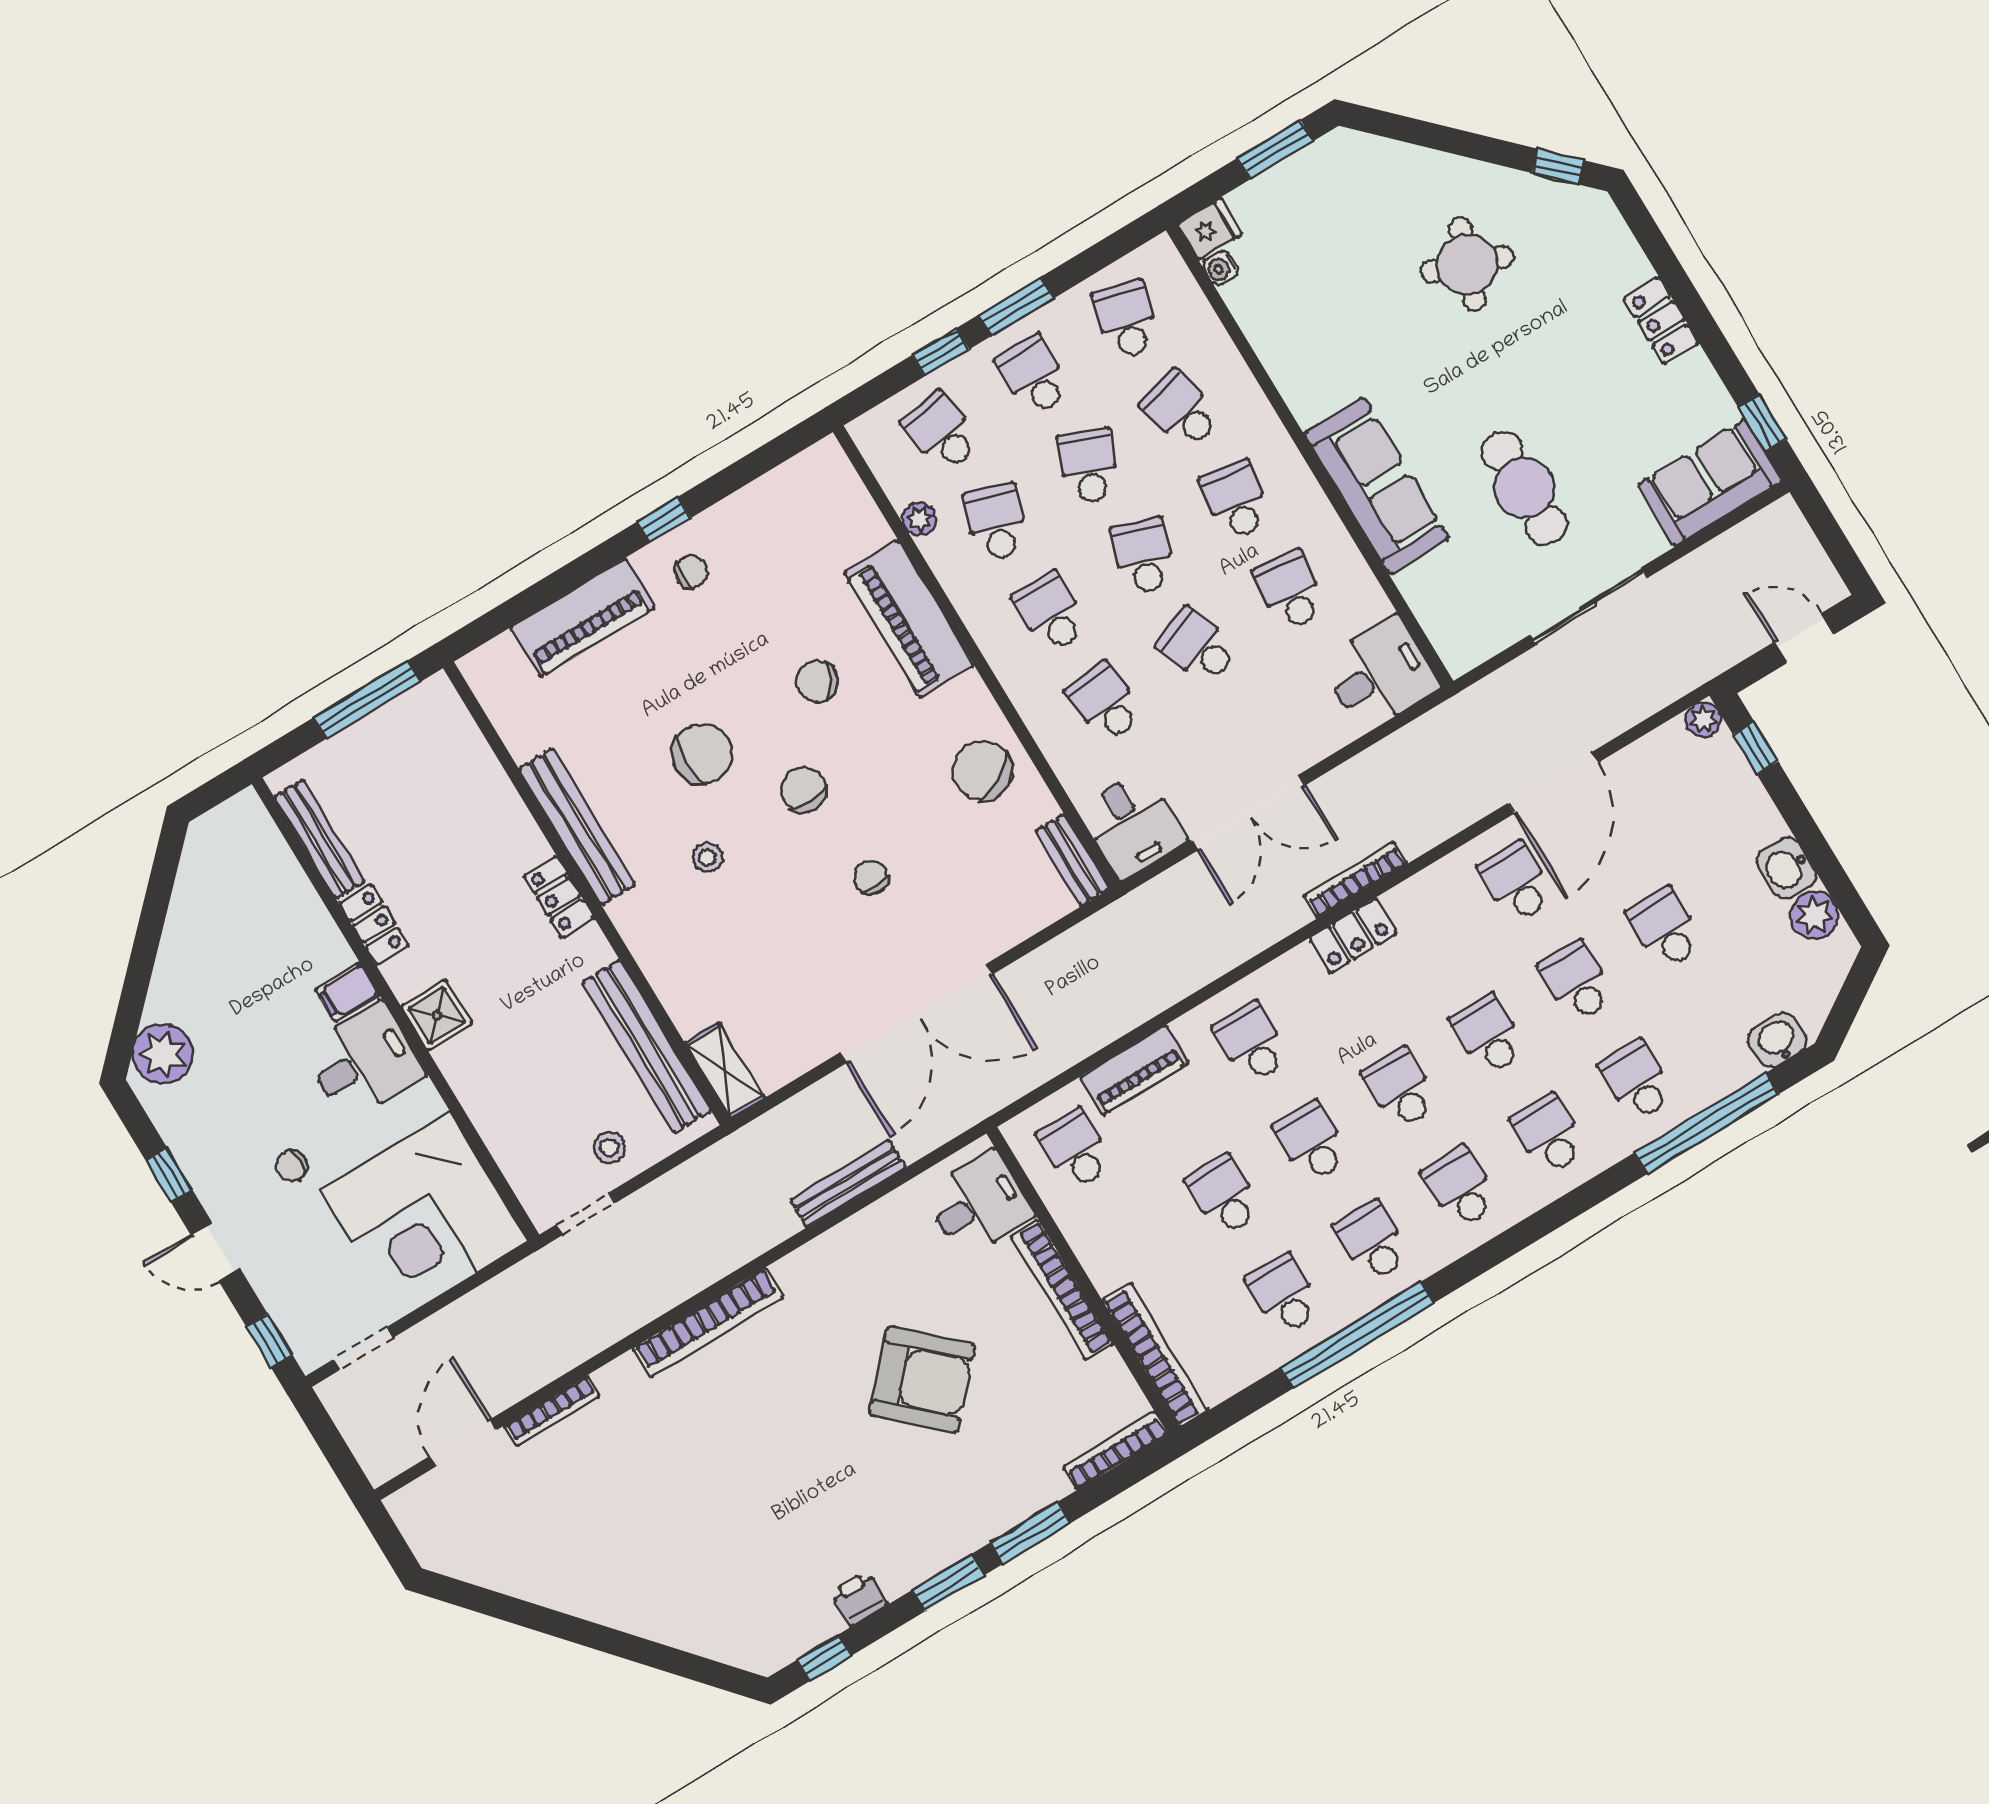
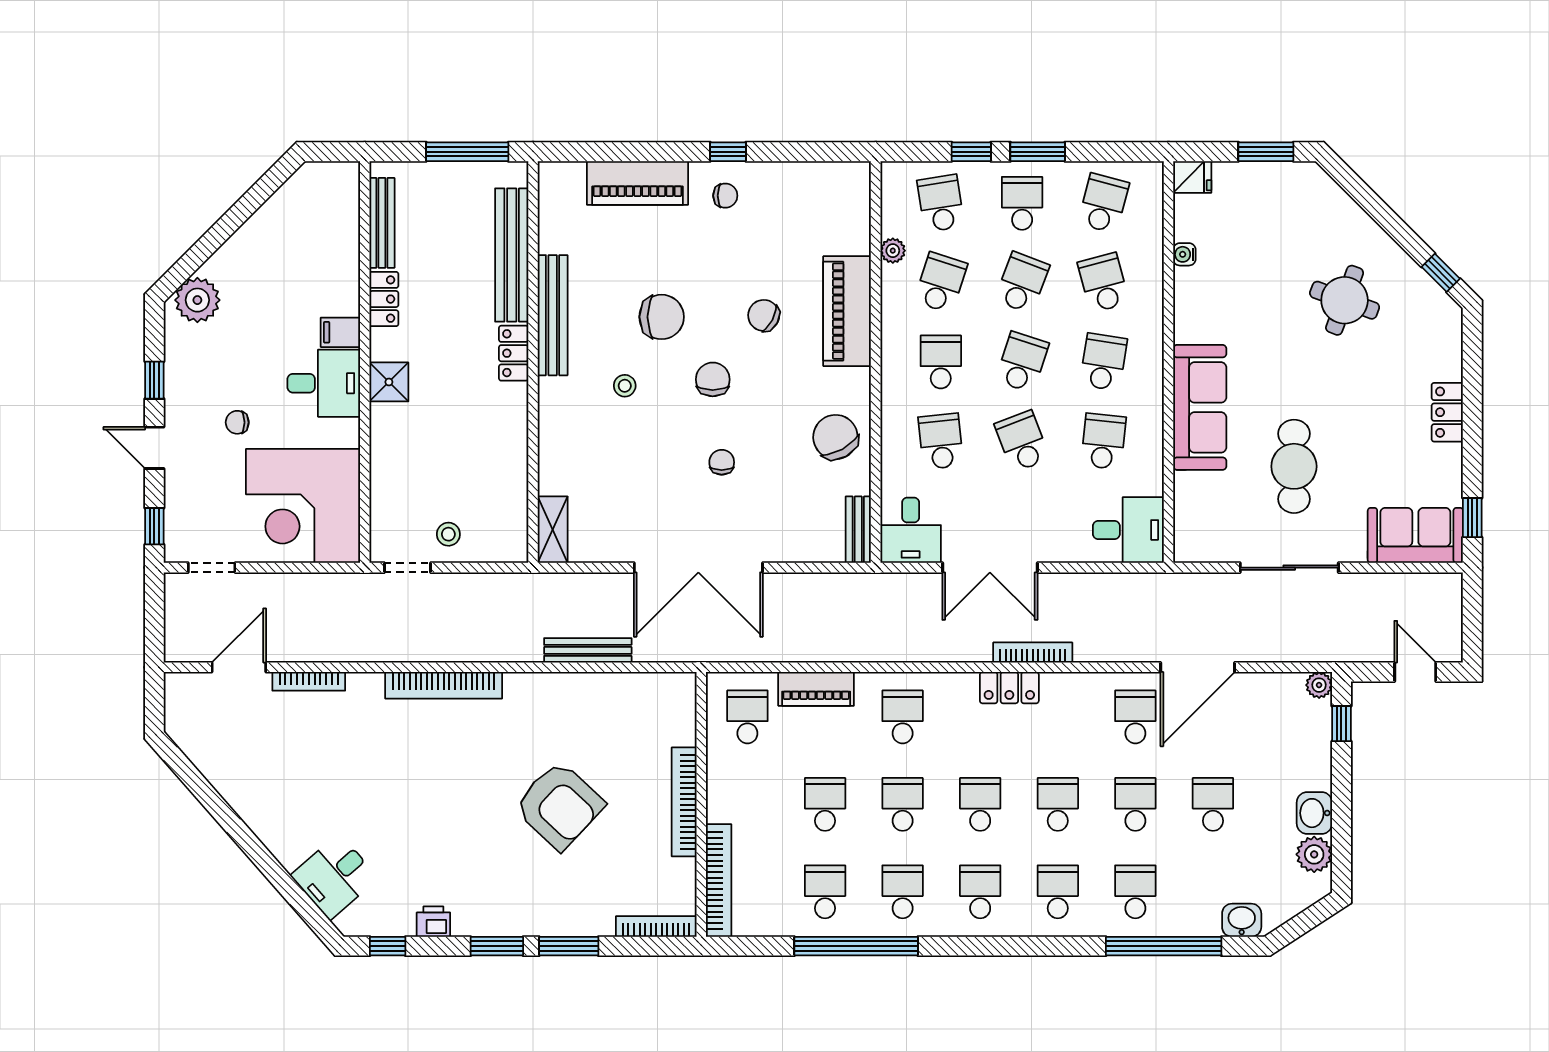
water cooler: (1221, 268) -> (1184, 254), moved
bench: (647, 1047) -> (512, 255), moved
desk: (978, 1204) -> (334, 877), moved, turned 139

